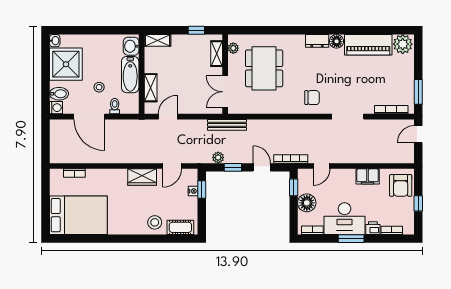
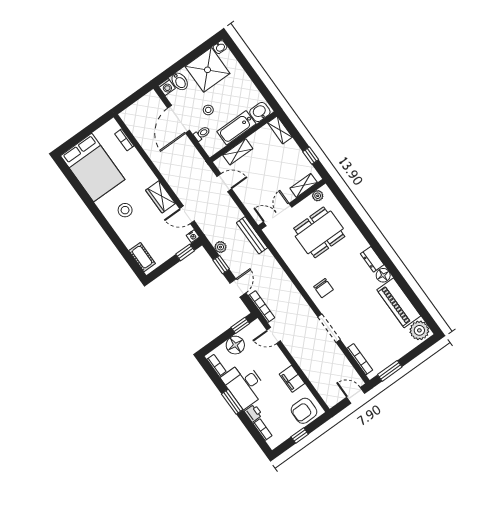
nightstand: (193, 191) -> (193, 236), moved
stool: (155, 222) -> (125, 210), moved

